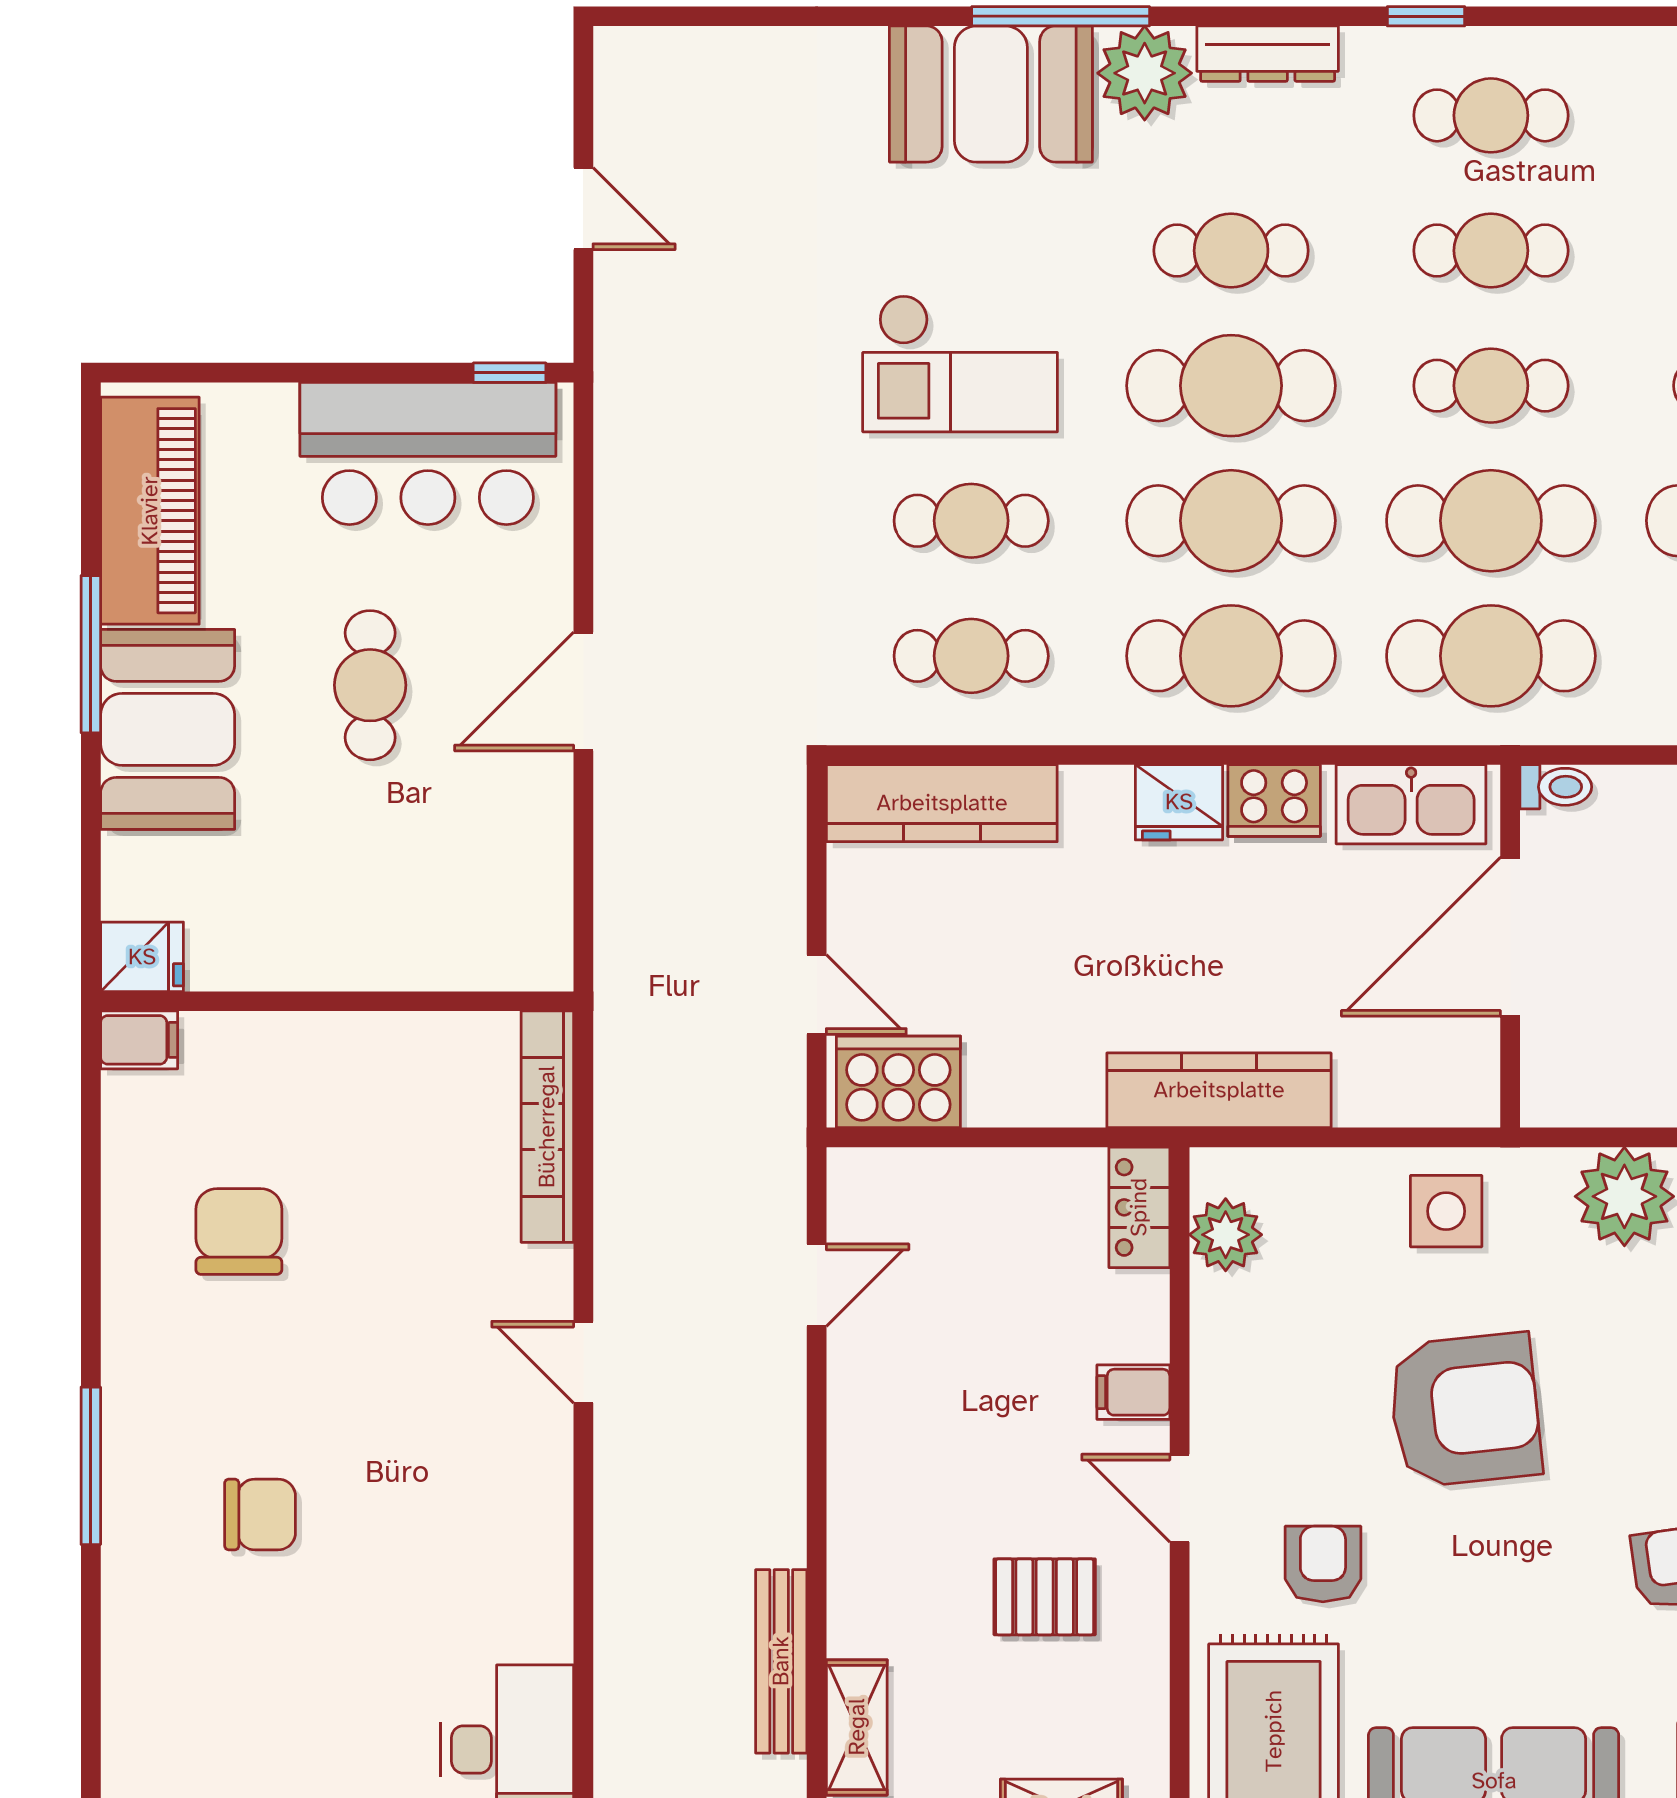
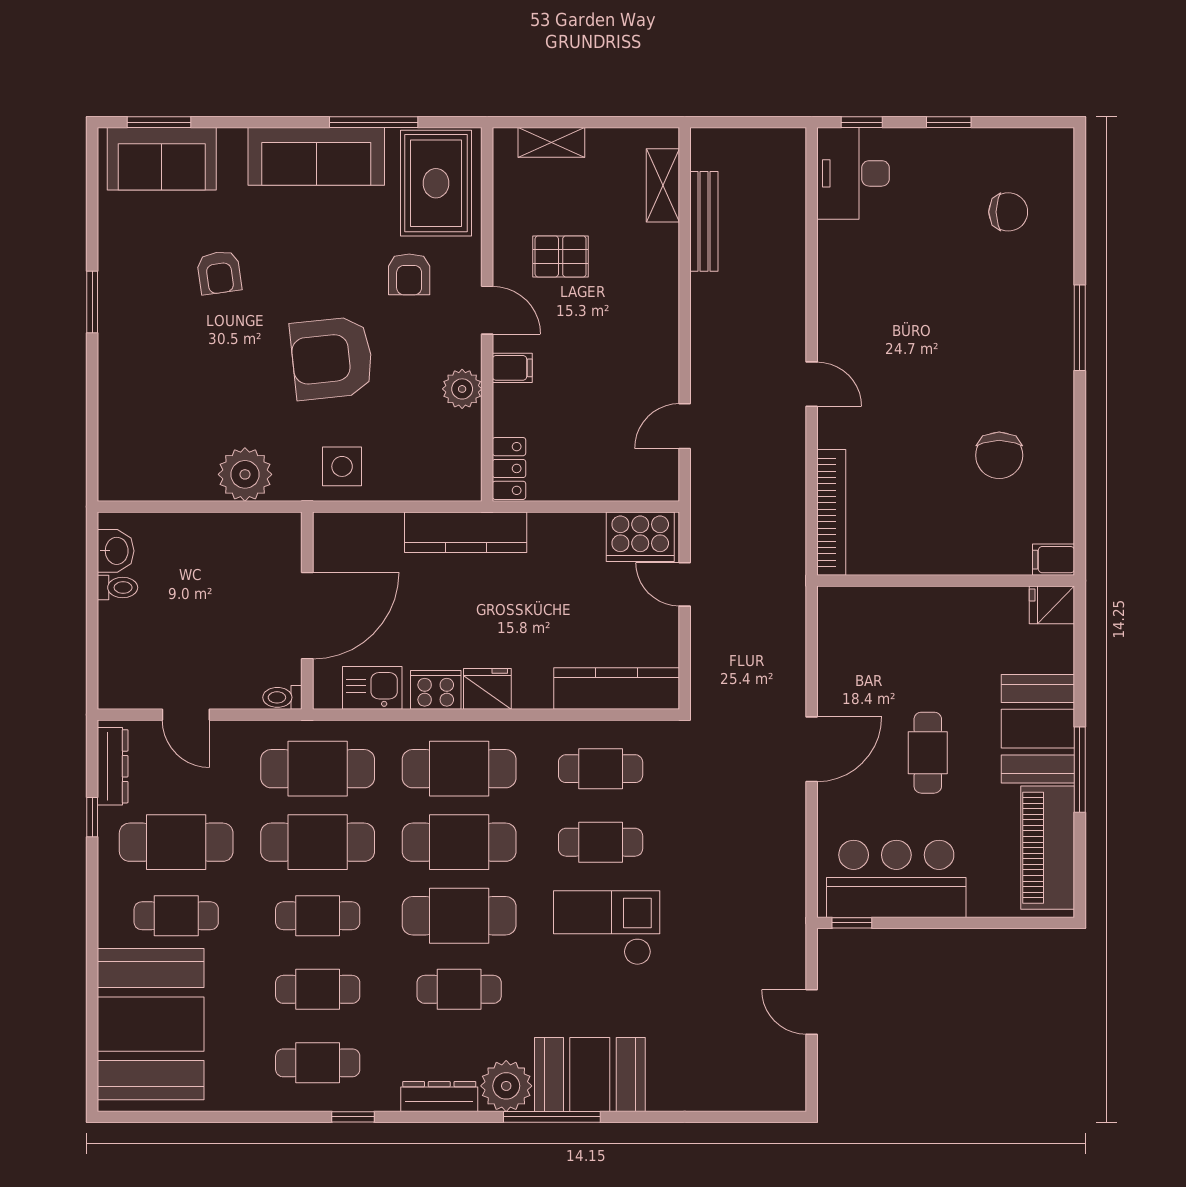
kitchen sink: (1411, 804) -> (372, 688), width x0.73
plant: (1226, 1235) -> (462, 389), moved
chair: (260, 1514) -> (1008, 212), moved, turned 180

